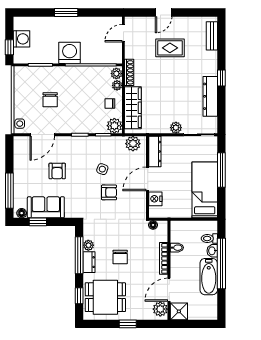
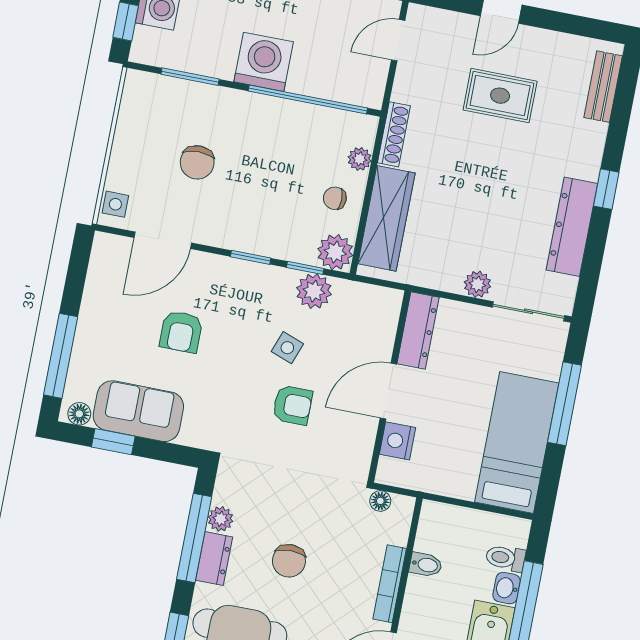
plant: (116, 74) -> (364, 131), removed
plant: (133, 144) -> (314, 291), moved

